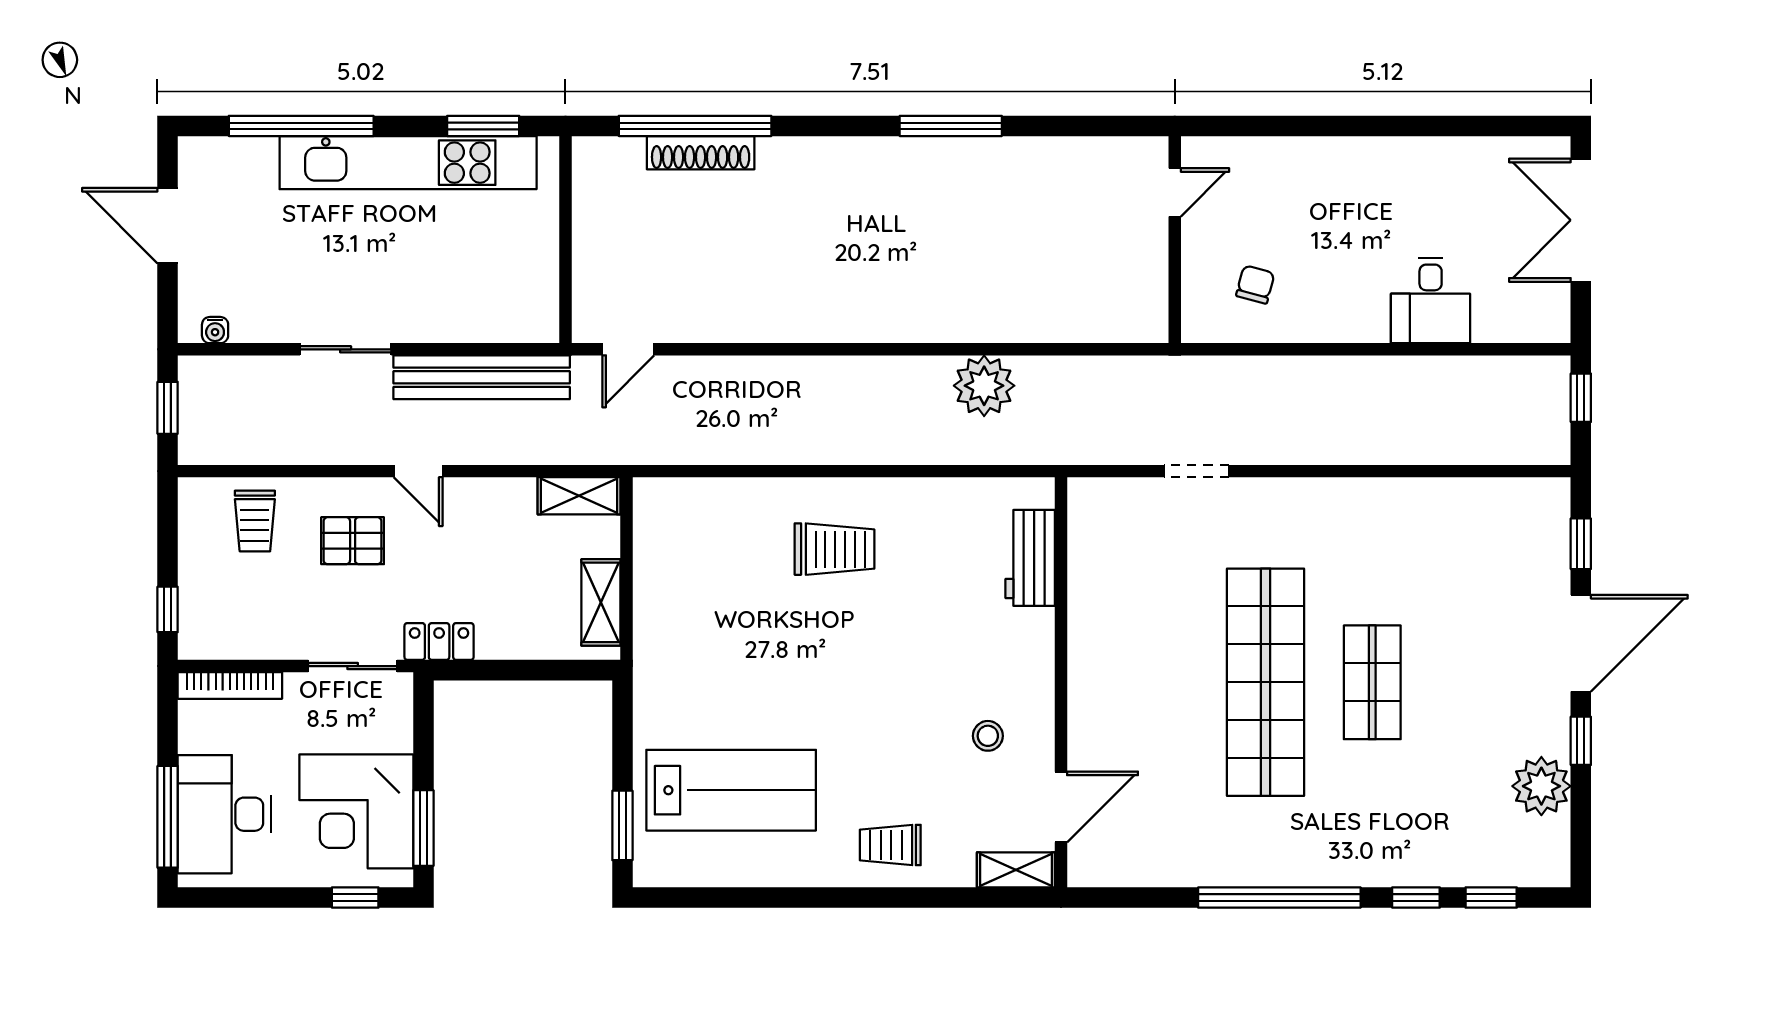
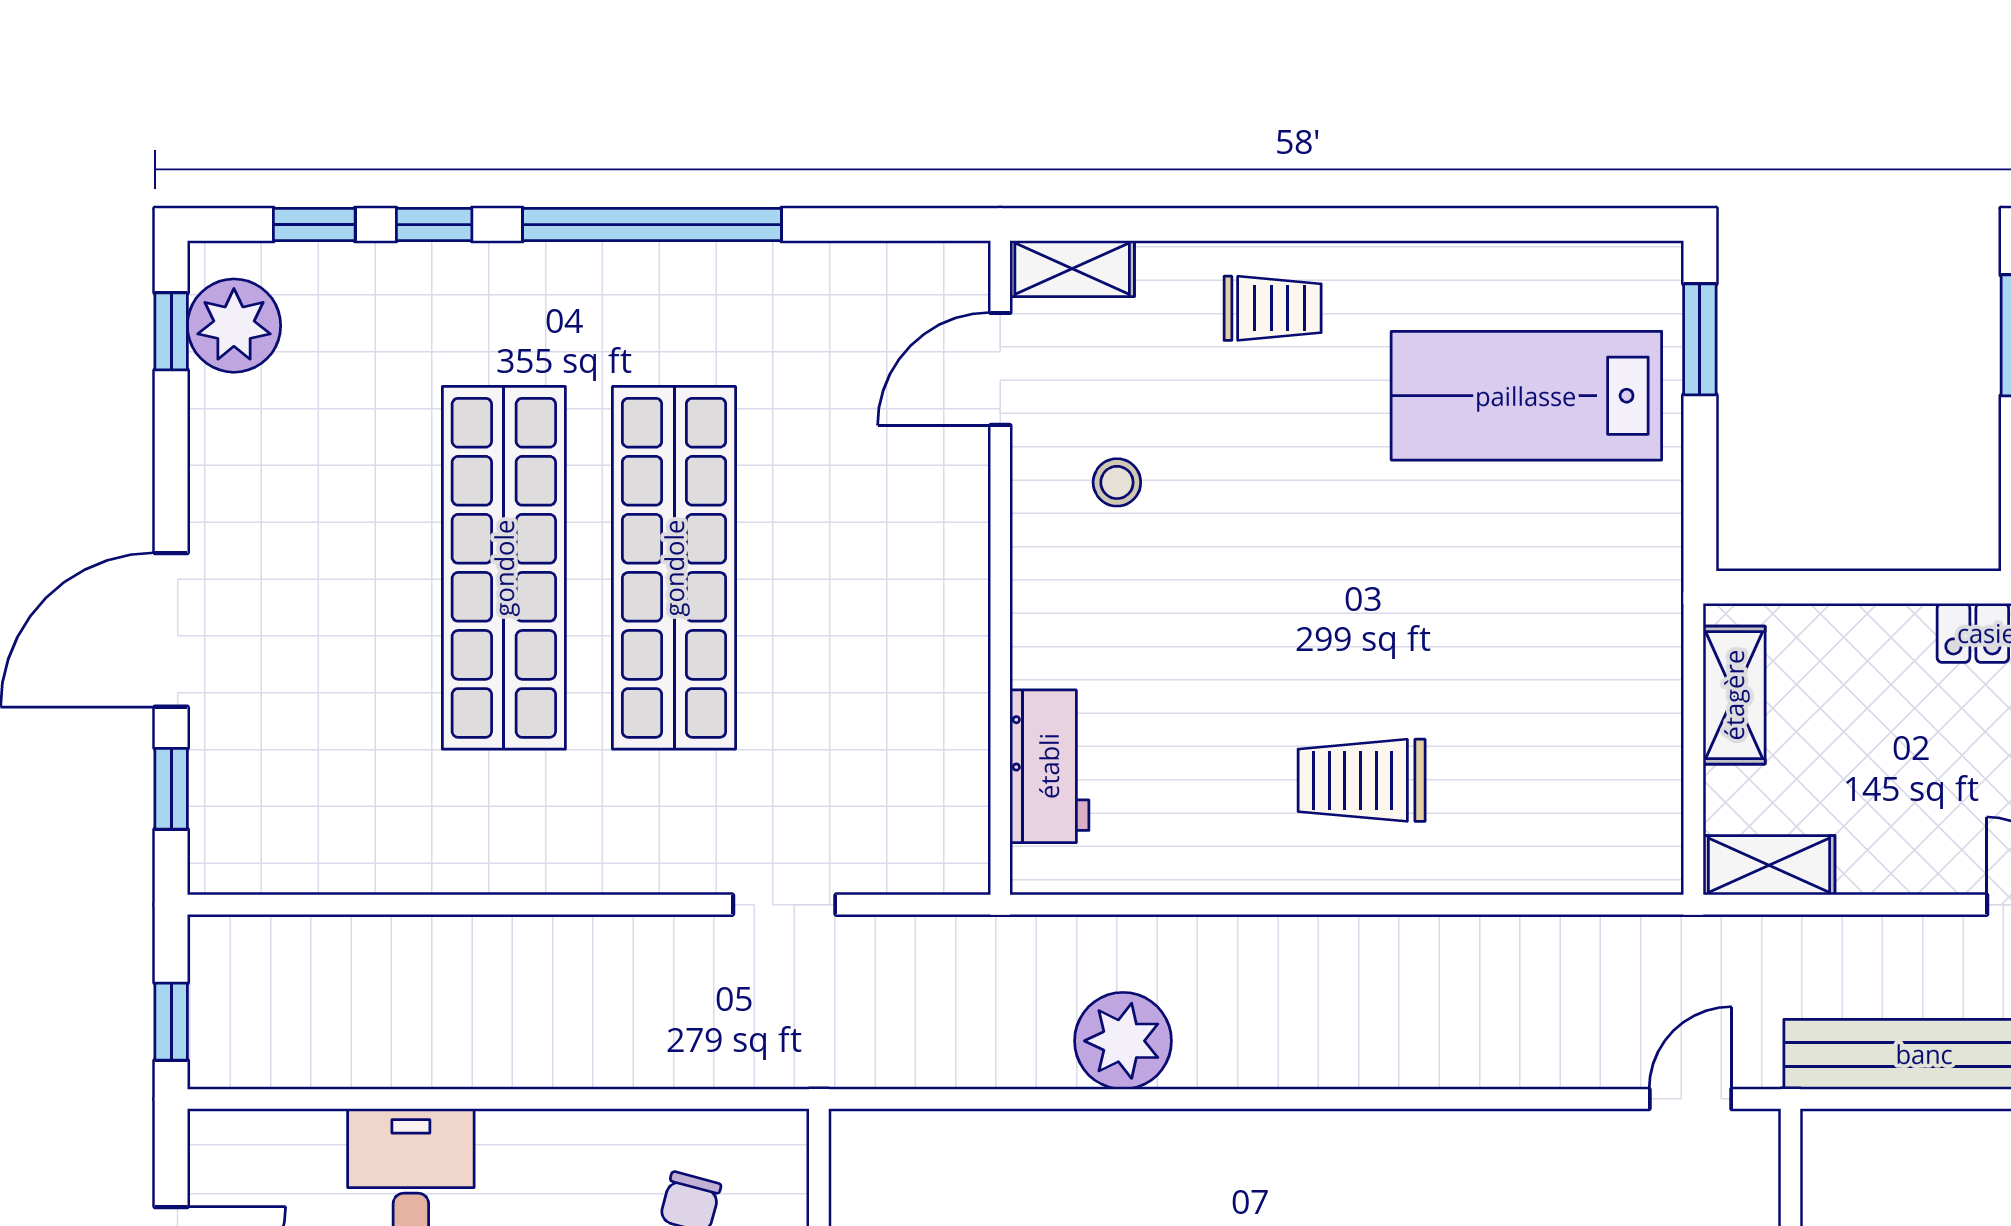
shop shelf: (1372, 682) -> (504, 568), width x2.00, depth x1.36
window: (1581, 741) -> (171, 331), moved
plant: (1541, 786) -> (234, 326), moved

